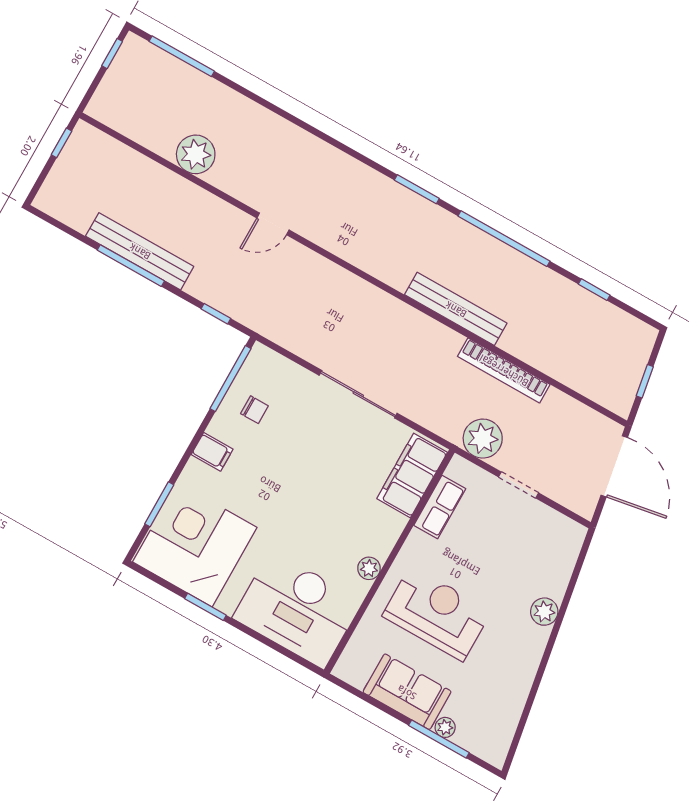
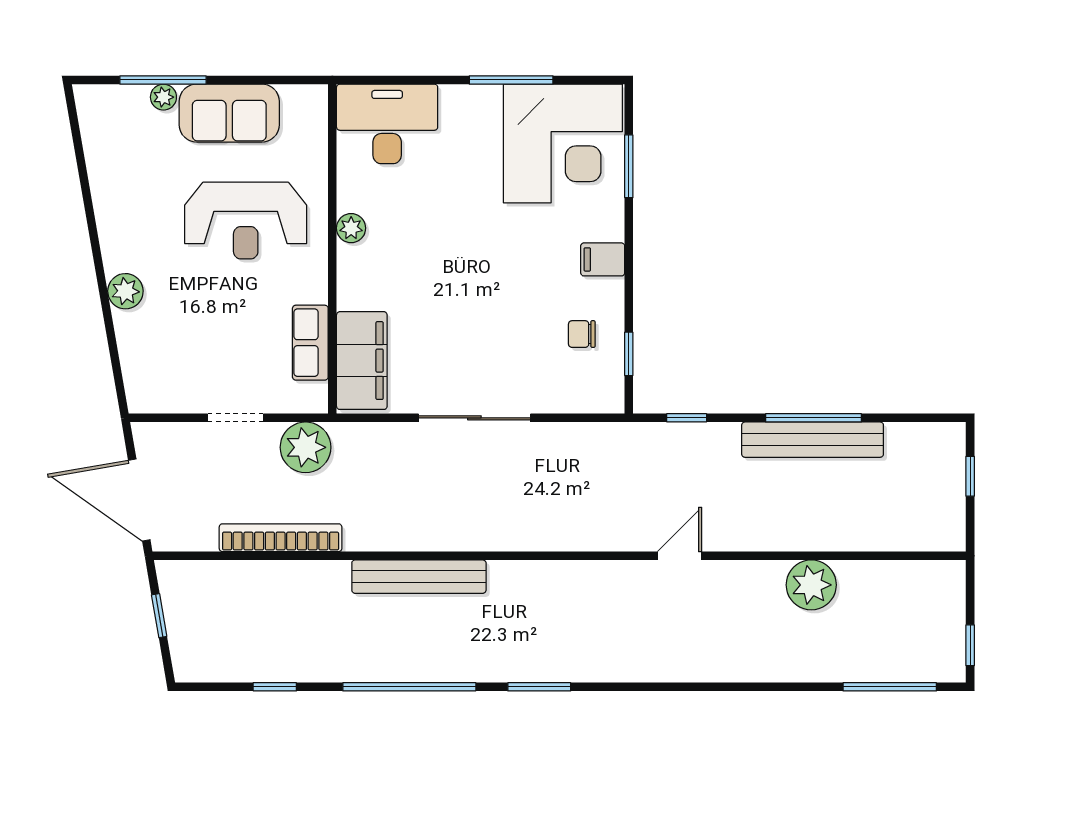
window: (62, 143) -> (970, 476), moved
bookcase: (504, 370) -> (281, 538), moved
window: (230, 379) -> (629, 354), width x0.46
window: (205, 607) -> (511, 80), width x1.44
desk: (297, 610) -> (387, 124), width x0.73, depth x0.77

